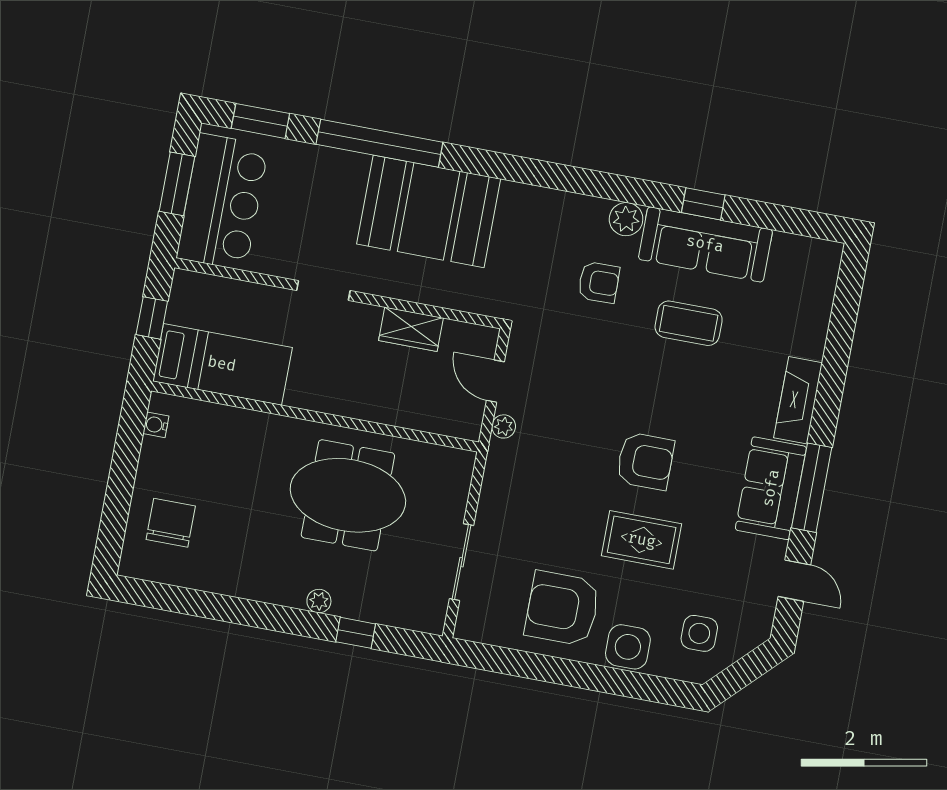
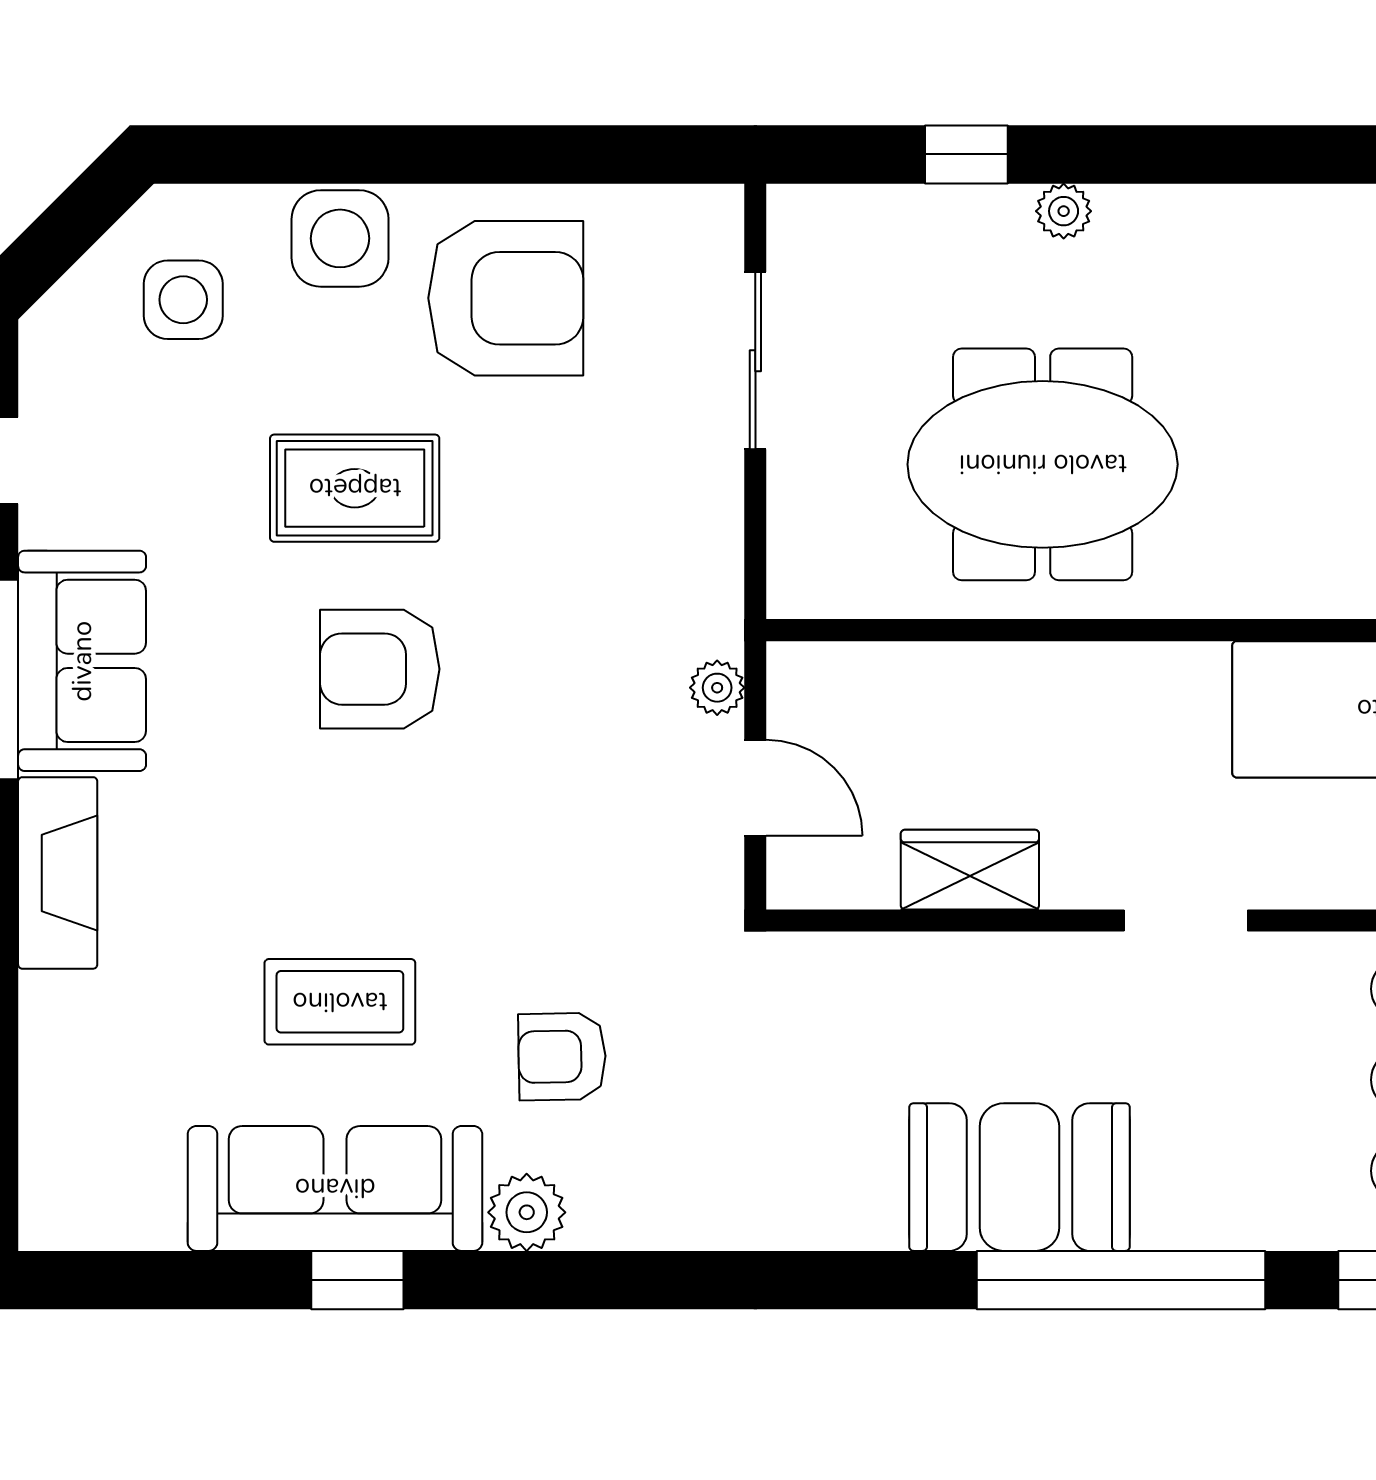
booth: (429, 211) -> (1019, 1177), width x0.73, depth x0.70

